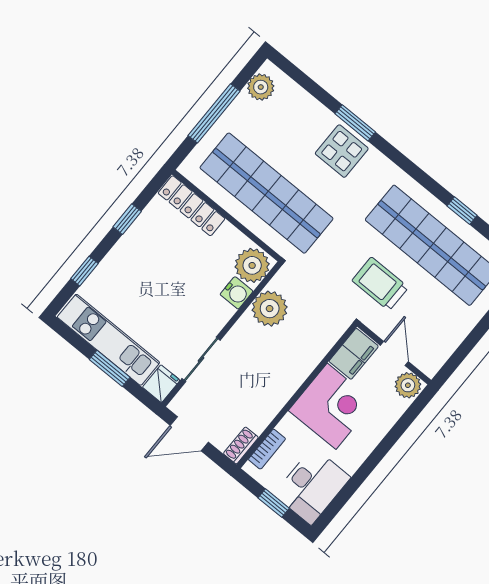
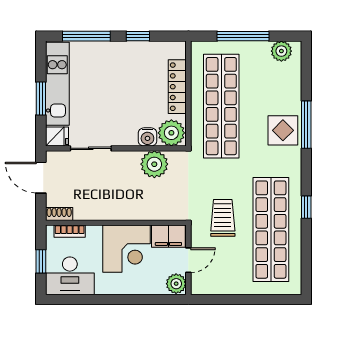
window: (355, 123) -> (306, 125), width x1.44
locker: (192, 206) -> (177, 87), moved
window: (462, 211) -> (306, 207), moved
window: (84, 271) -> (86, 36), width x2.17

